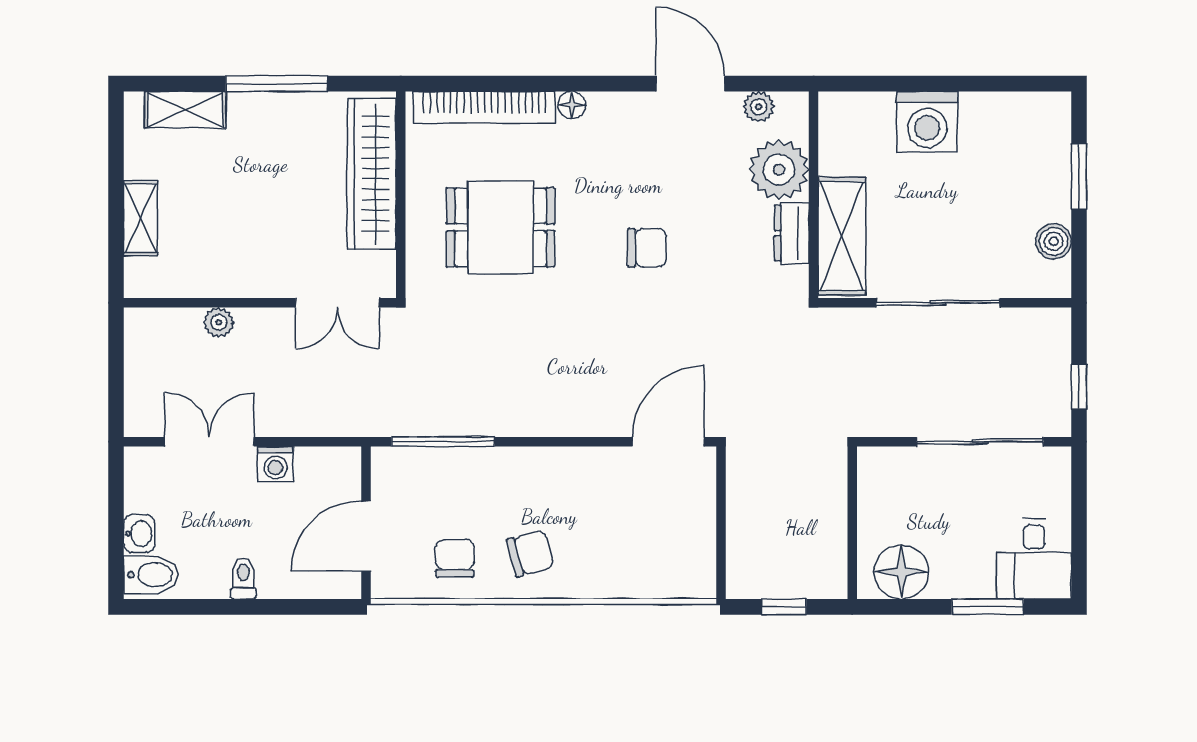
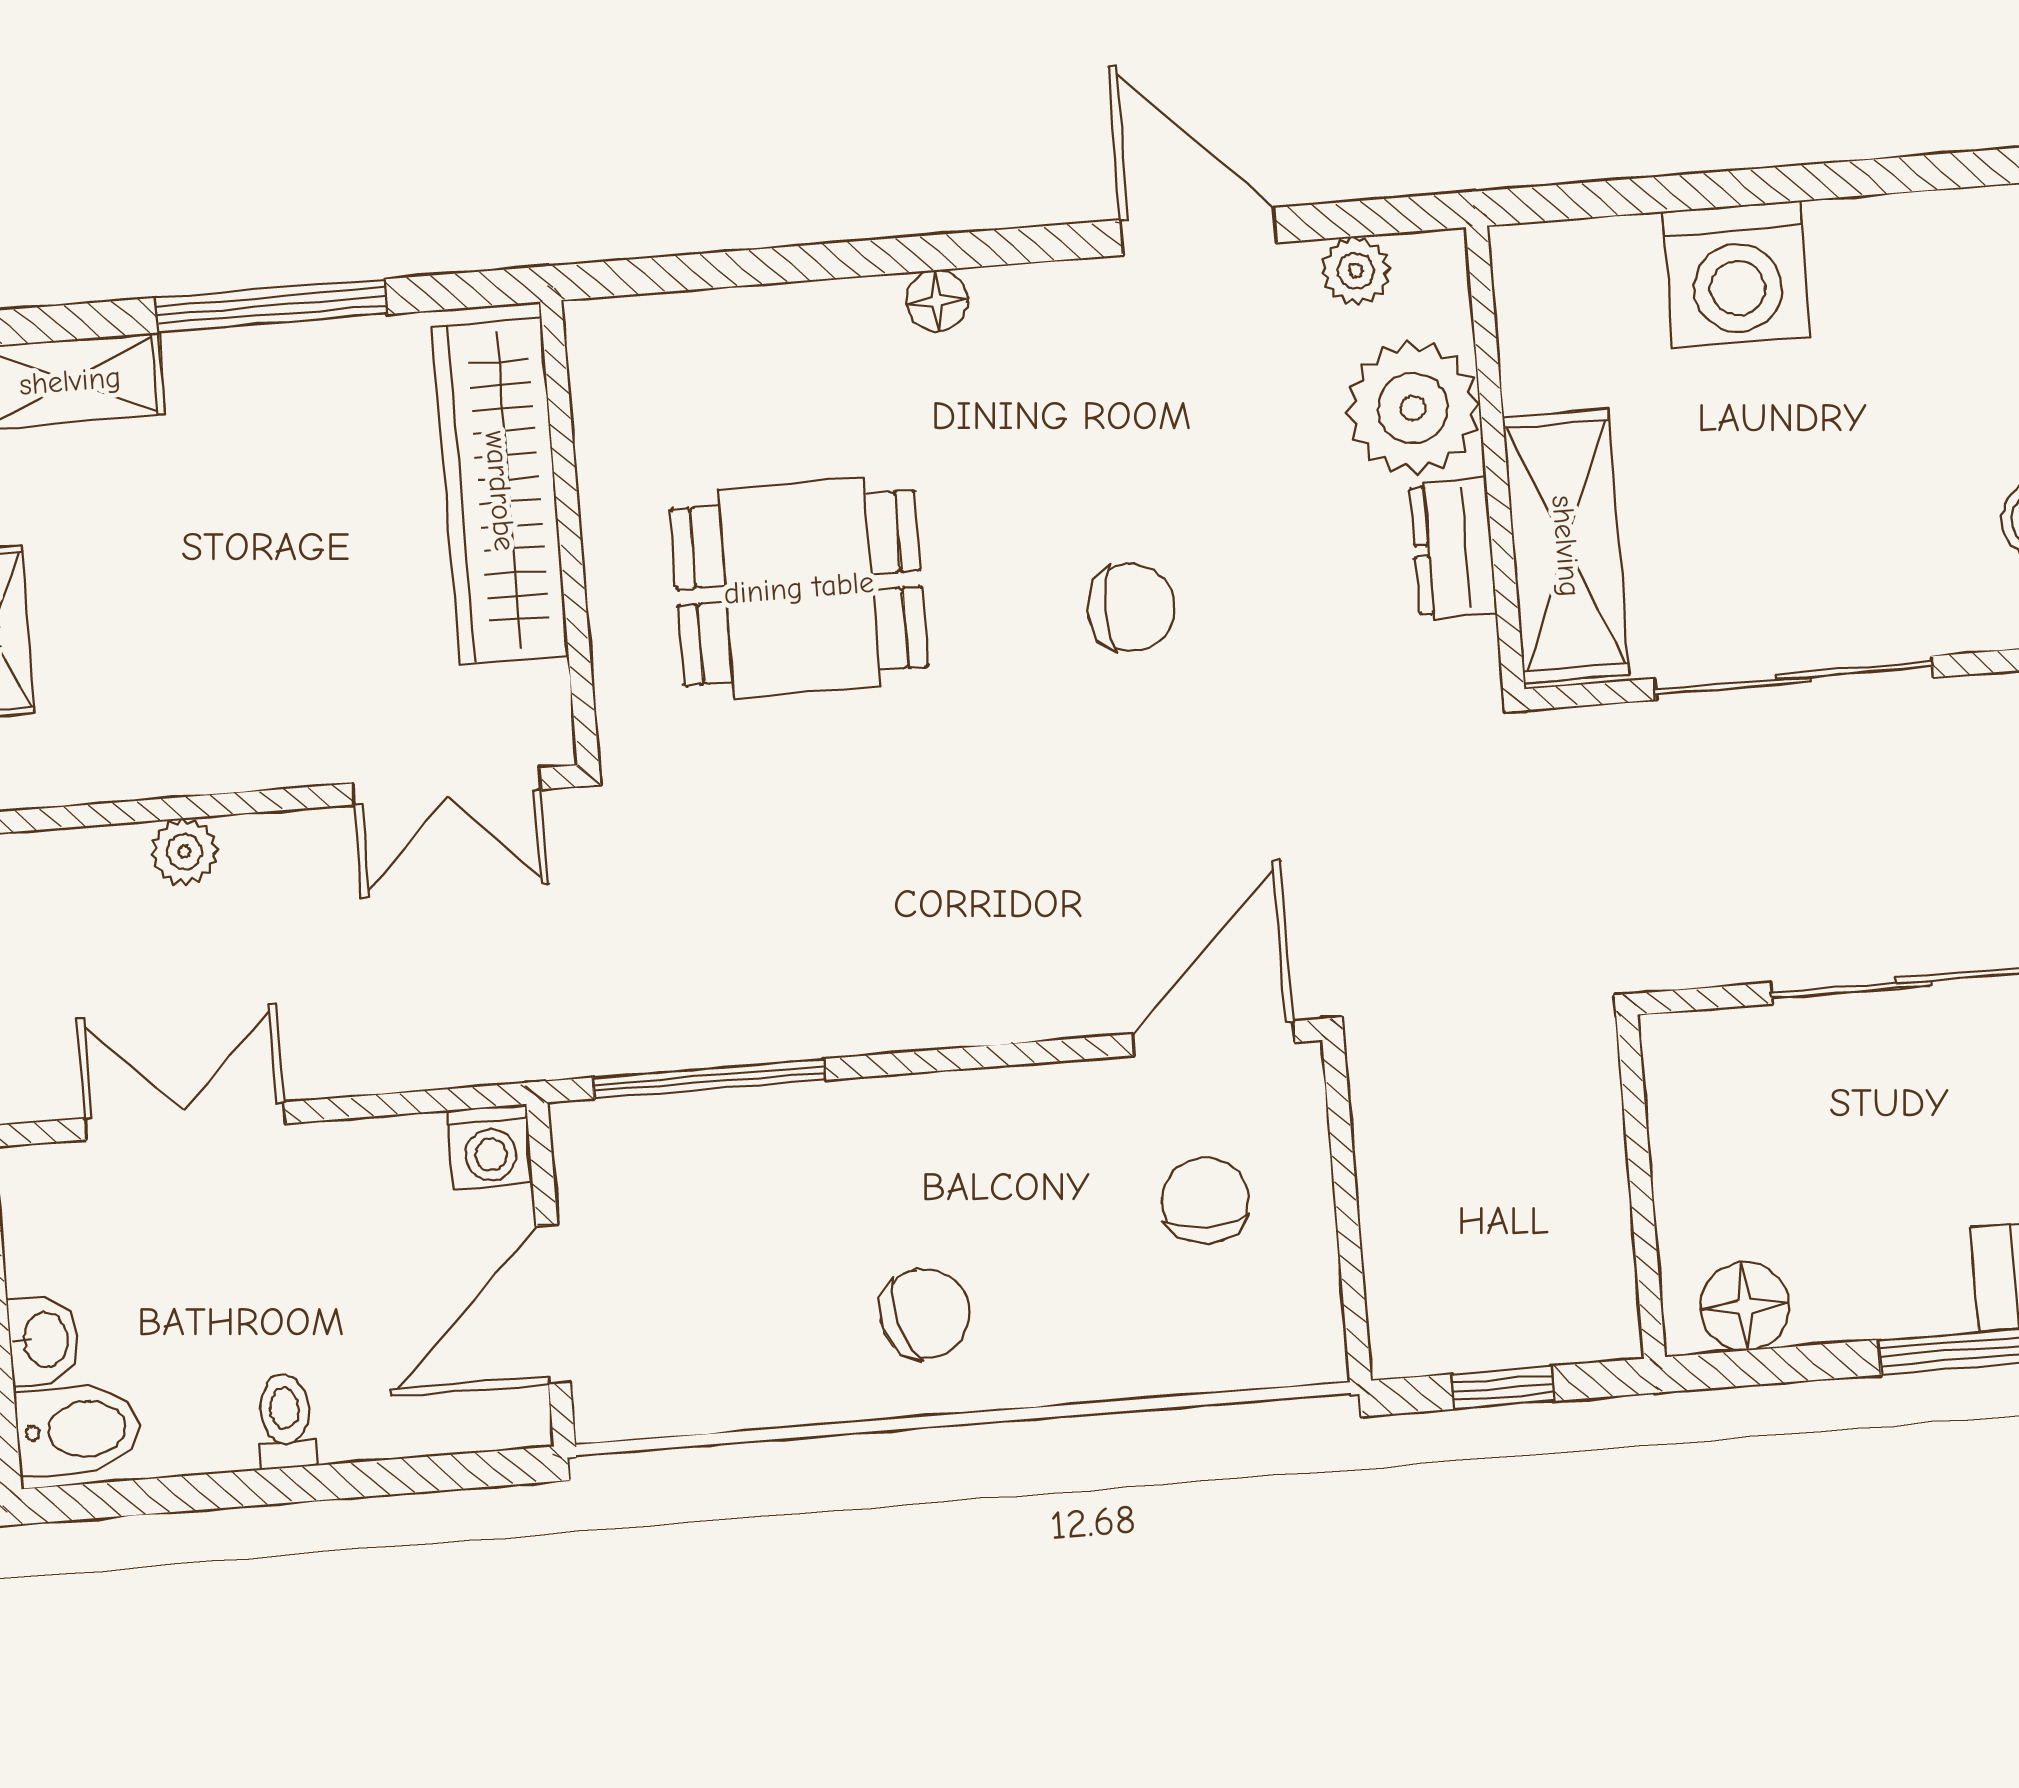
bookcase: (484, 107) -> (741, 322), removed
washing machine: (276, 464) -> (490, 1147), moved
chair: (455, 558) -> (1205, 1200), moved
floor lamp: (901, 572) -> (1745, 1306), width x0.73, depth x0.73

